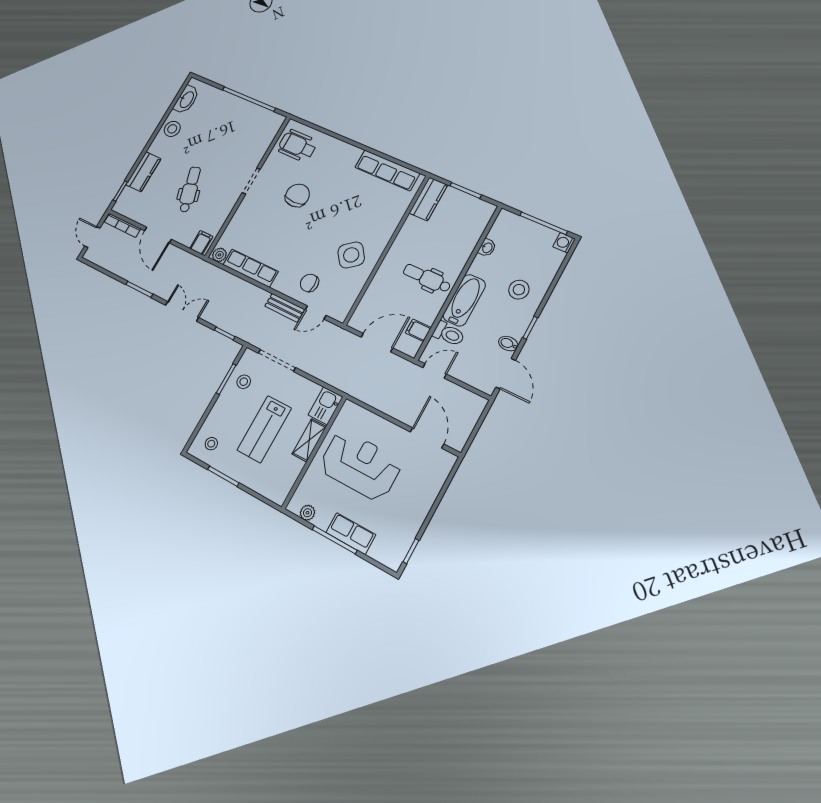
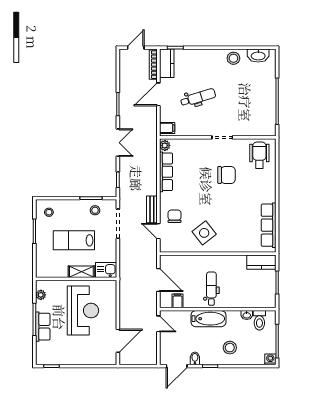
kitchen counter: (143, 172) -> (167, 63), moved, turned -90
toilet: (449, 334) -> (259, 320), moved

